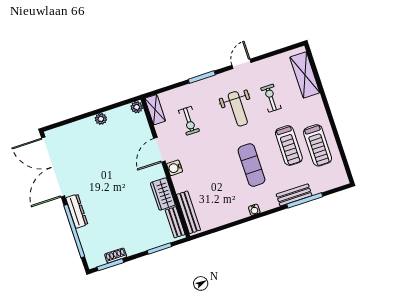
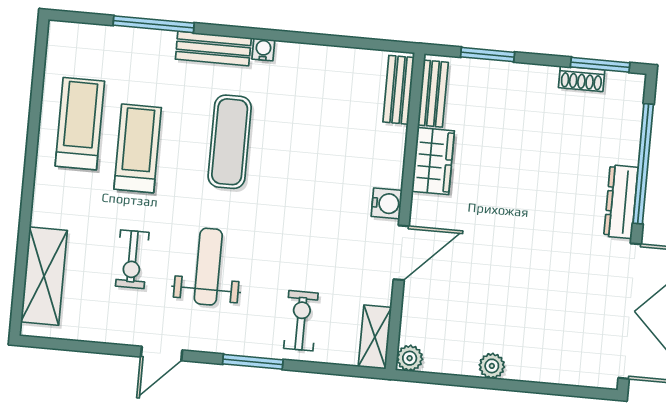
exercise bike: (189, 121) -> (301, 321), moved
bench: (294, 195) -> (213, 48), moved
bench: (188, 212) -> (399, 90), width x0.73

